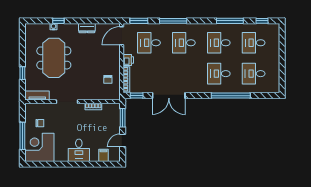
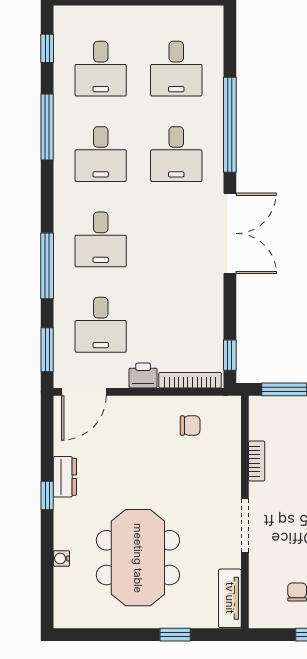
window: (58, 21) -> (47, 496), moved
door: (122, 36) -> (84, 392), hinge flipped
meeting table: (54, 58) -> (138, 558), turned 90
double door: (169, 96) -> (230, 233), moved

